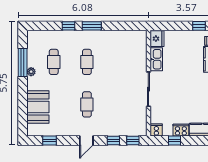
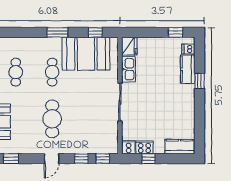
window: (69, 26) -> (95, 32), moved
booth: (118, 45) -> (86, 54), added
cafe table: (87, 104) -> (52, 119), width x1.37, depth x1.35
cooker: (181, 130) -> (144, 147), moved

